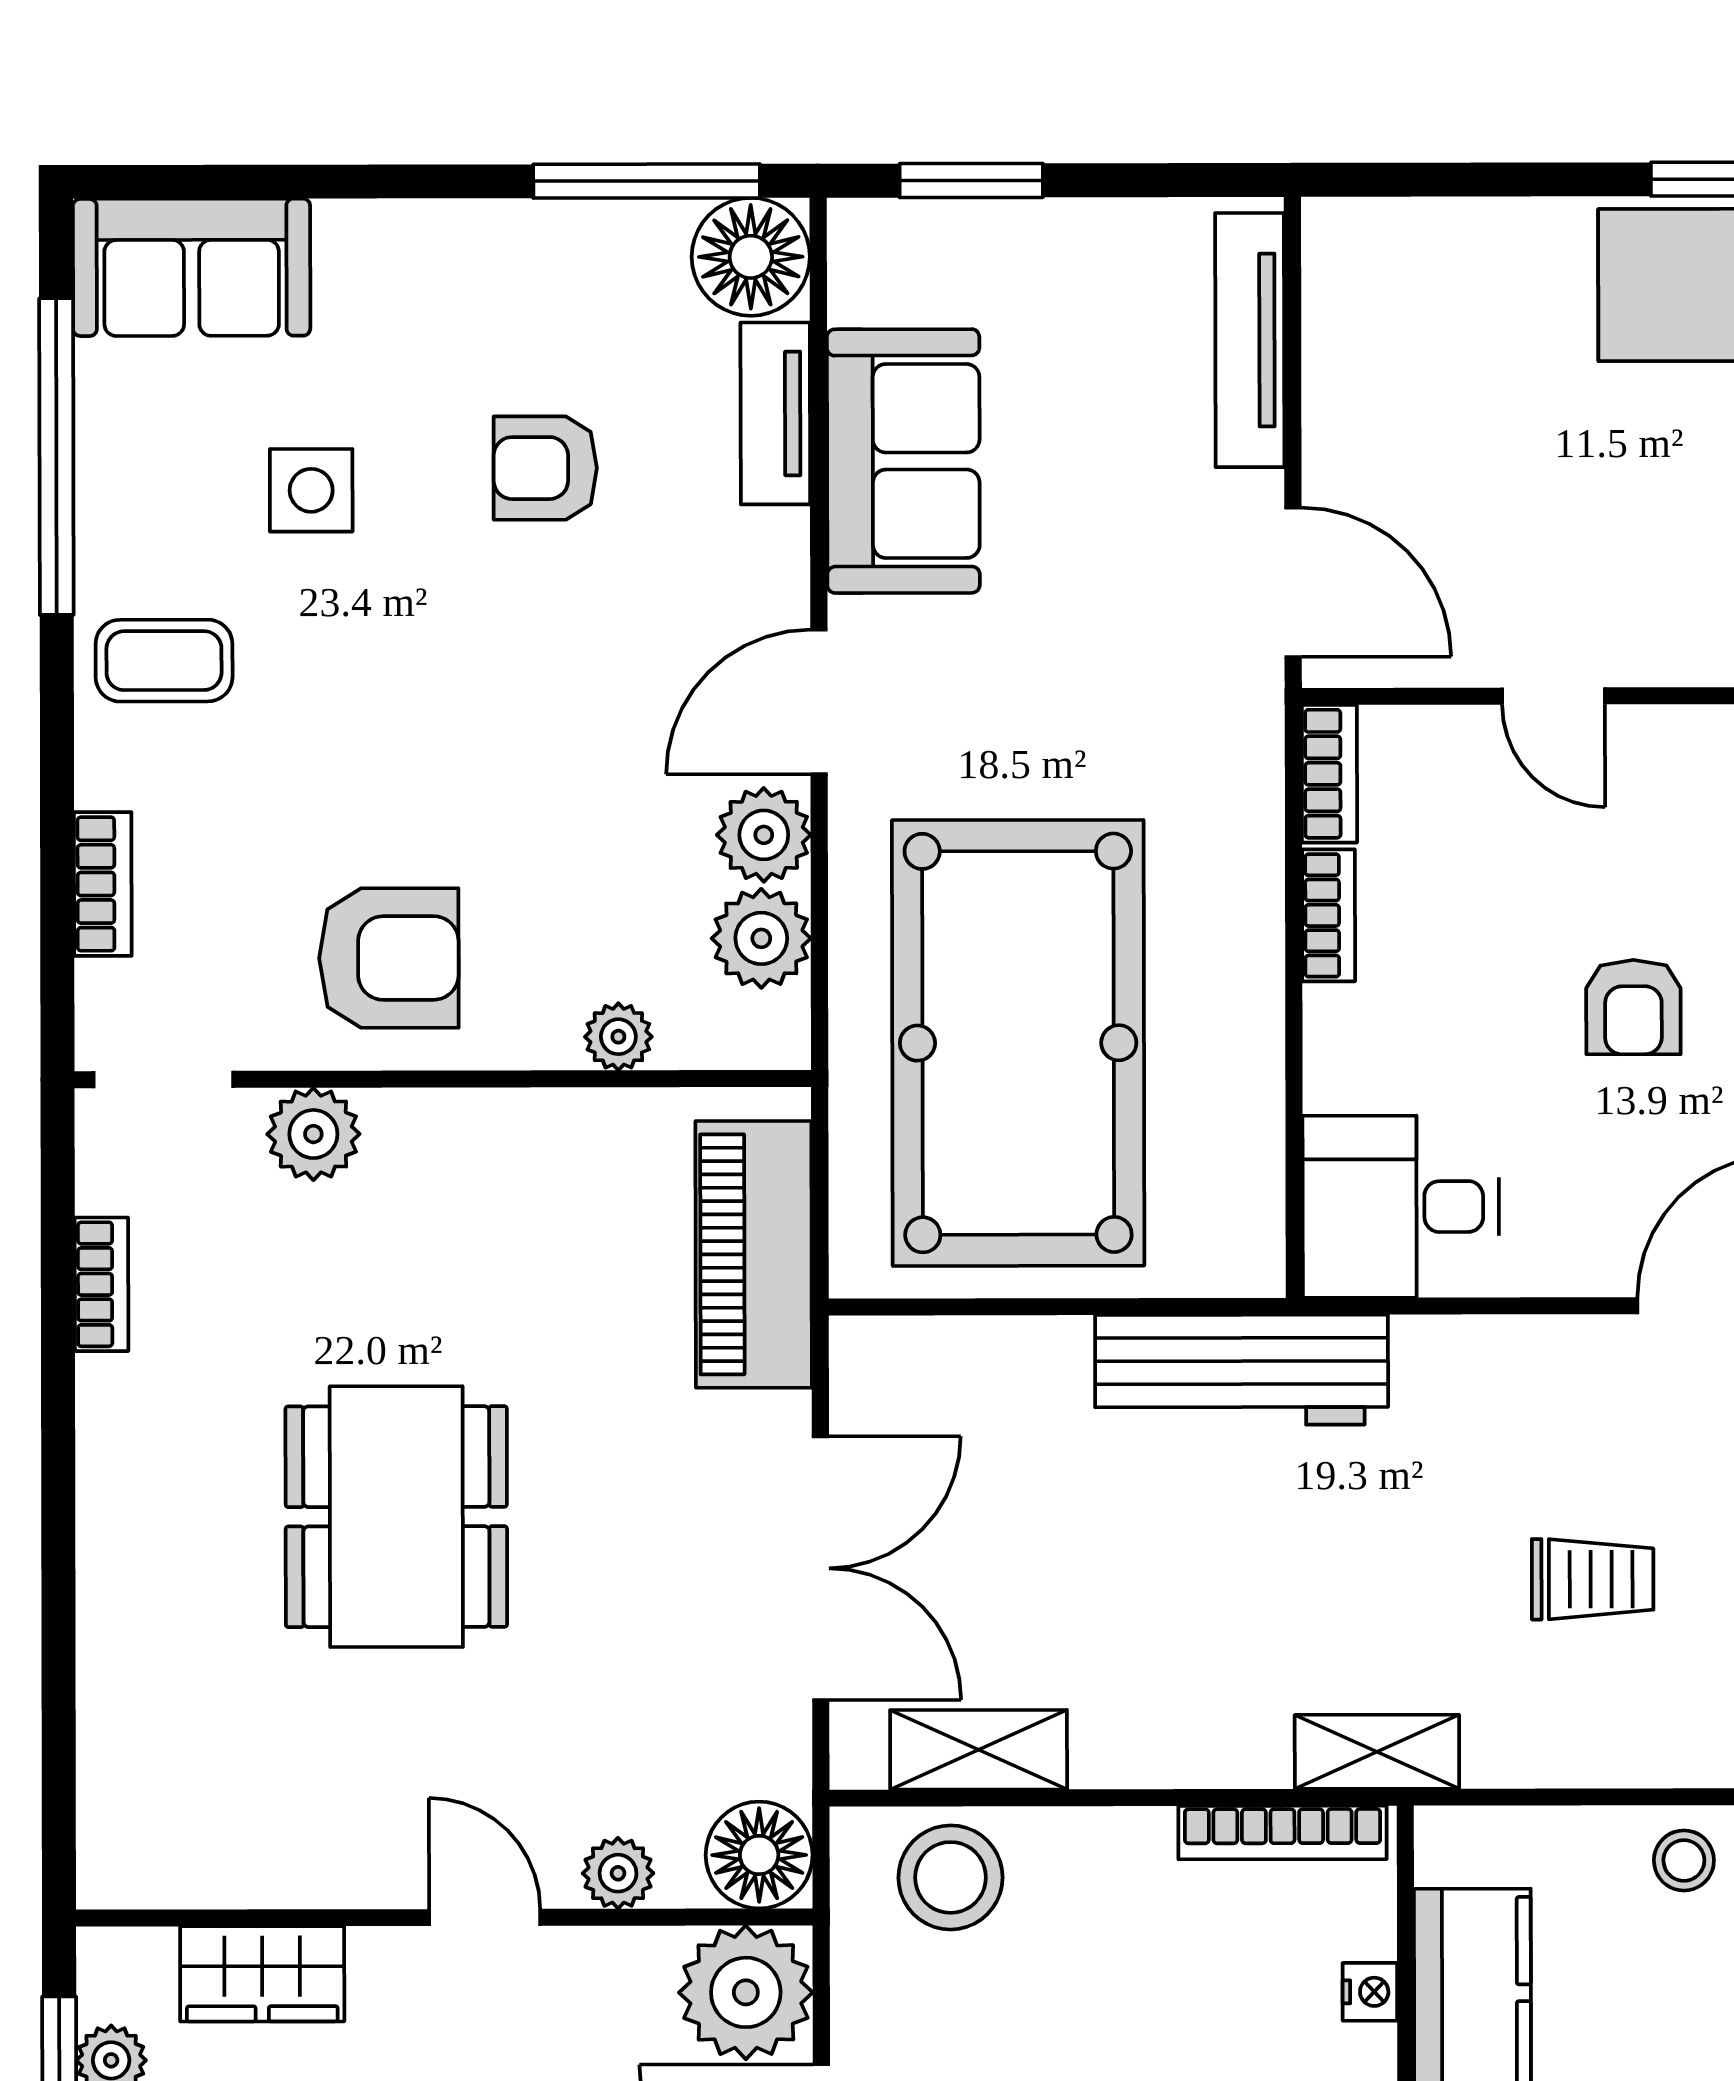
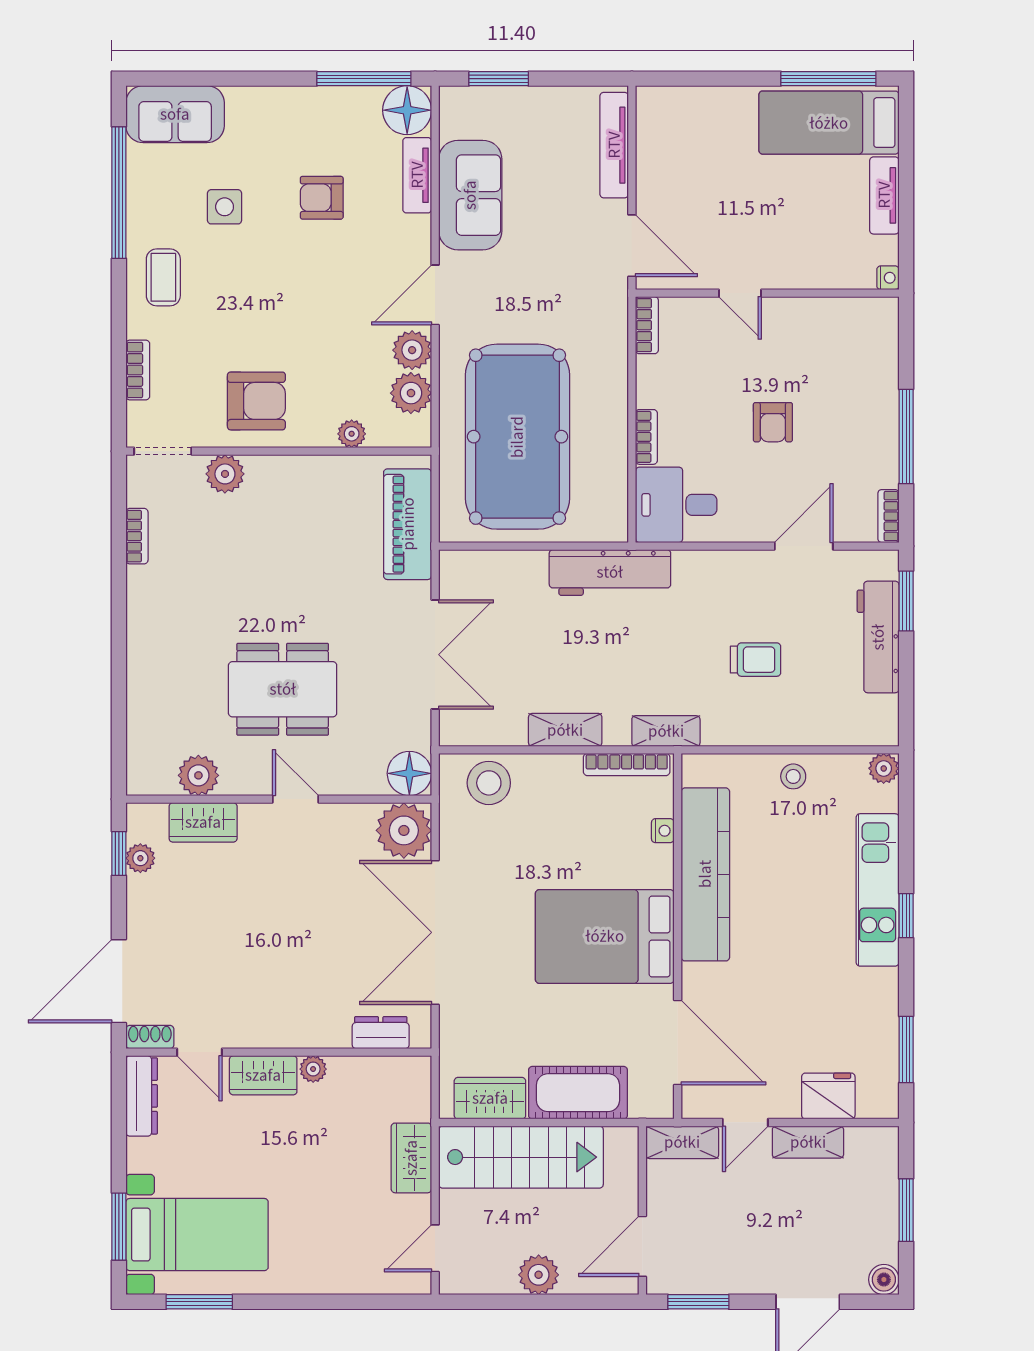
coffee table: (164, 661) -> (163, 277), turned 90
bookcase: (1329, 915) -> (646, 437), moved
dining table: (396, 1517) -> (283, 689), moved, turned 90
shelving: (979, 1750) -> (565, 730), moved
plant: (618, 1873) -> (198, 775), moved, width x1.38, depth x1.38

